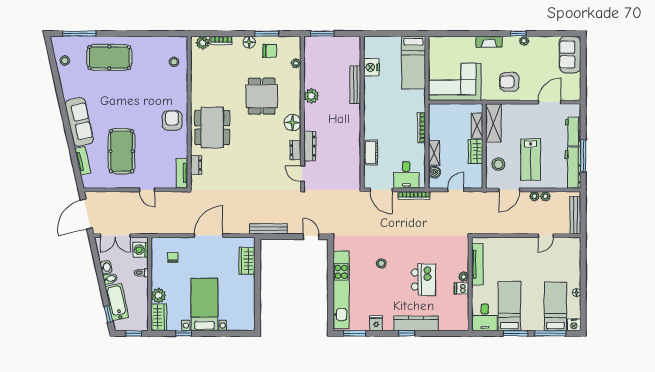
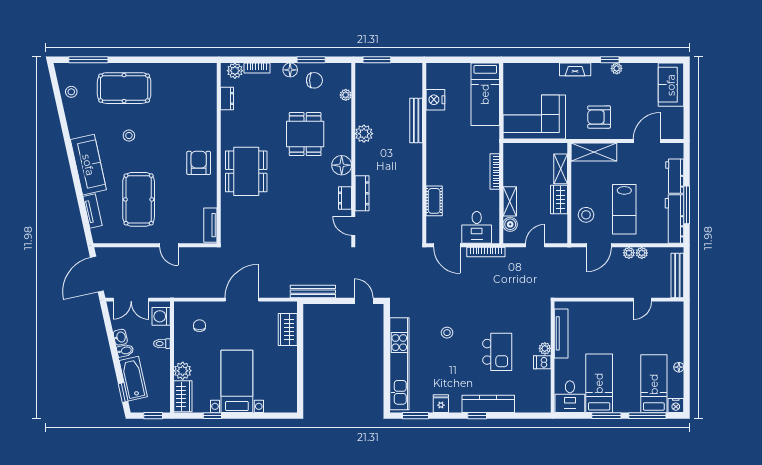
stool: (174, 62) -> (129, 136), moved
shelving: (493, 123) -> (594, 152), moved, turned 90
dresser: (196, 165) -> (227, 98), moved

